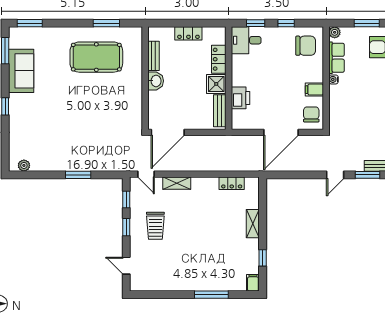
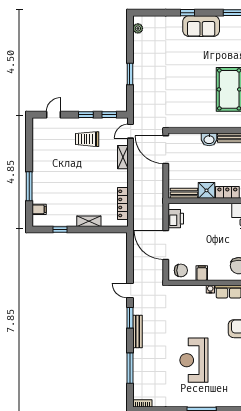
sofa: (21, 71) -> (201, 26), moved
printer: (240, 98) -> (176, 219), moved, turned -90
locker: (232, 183) -> (123, 203), width x1.53
filing cabinet: (253, 283) -> (39, 209), moved

